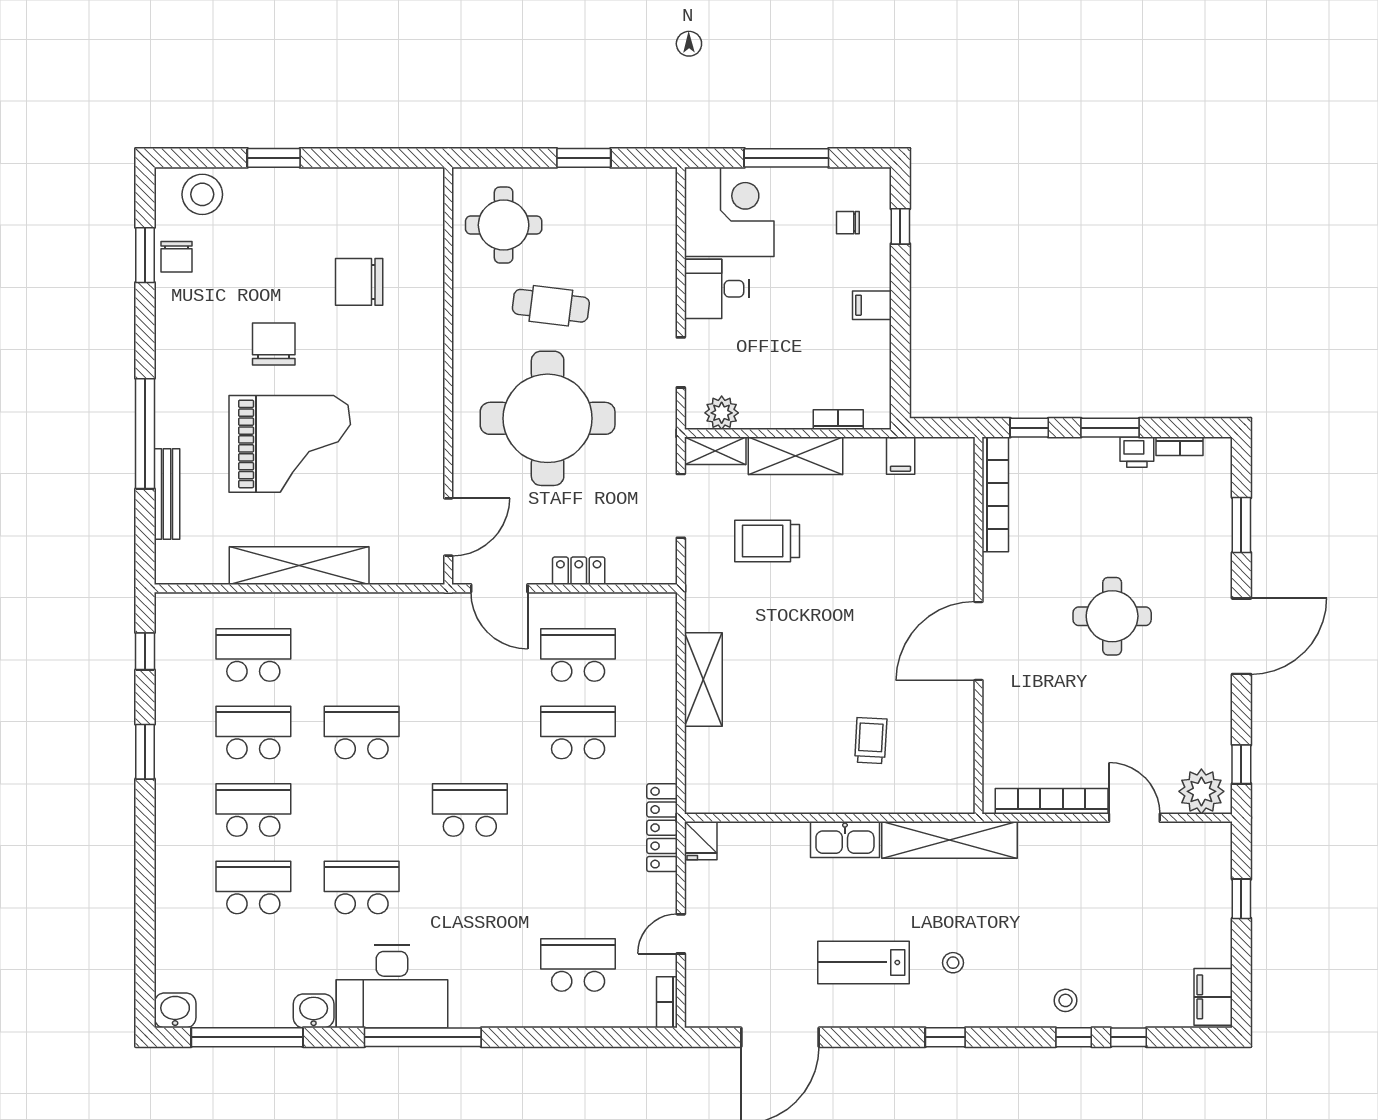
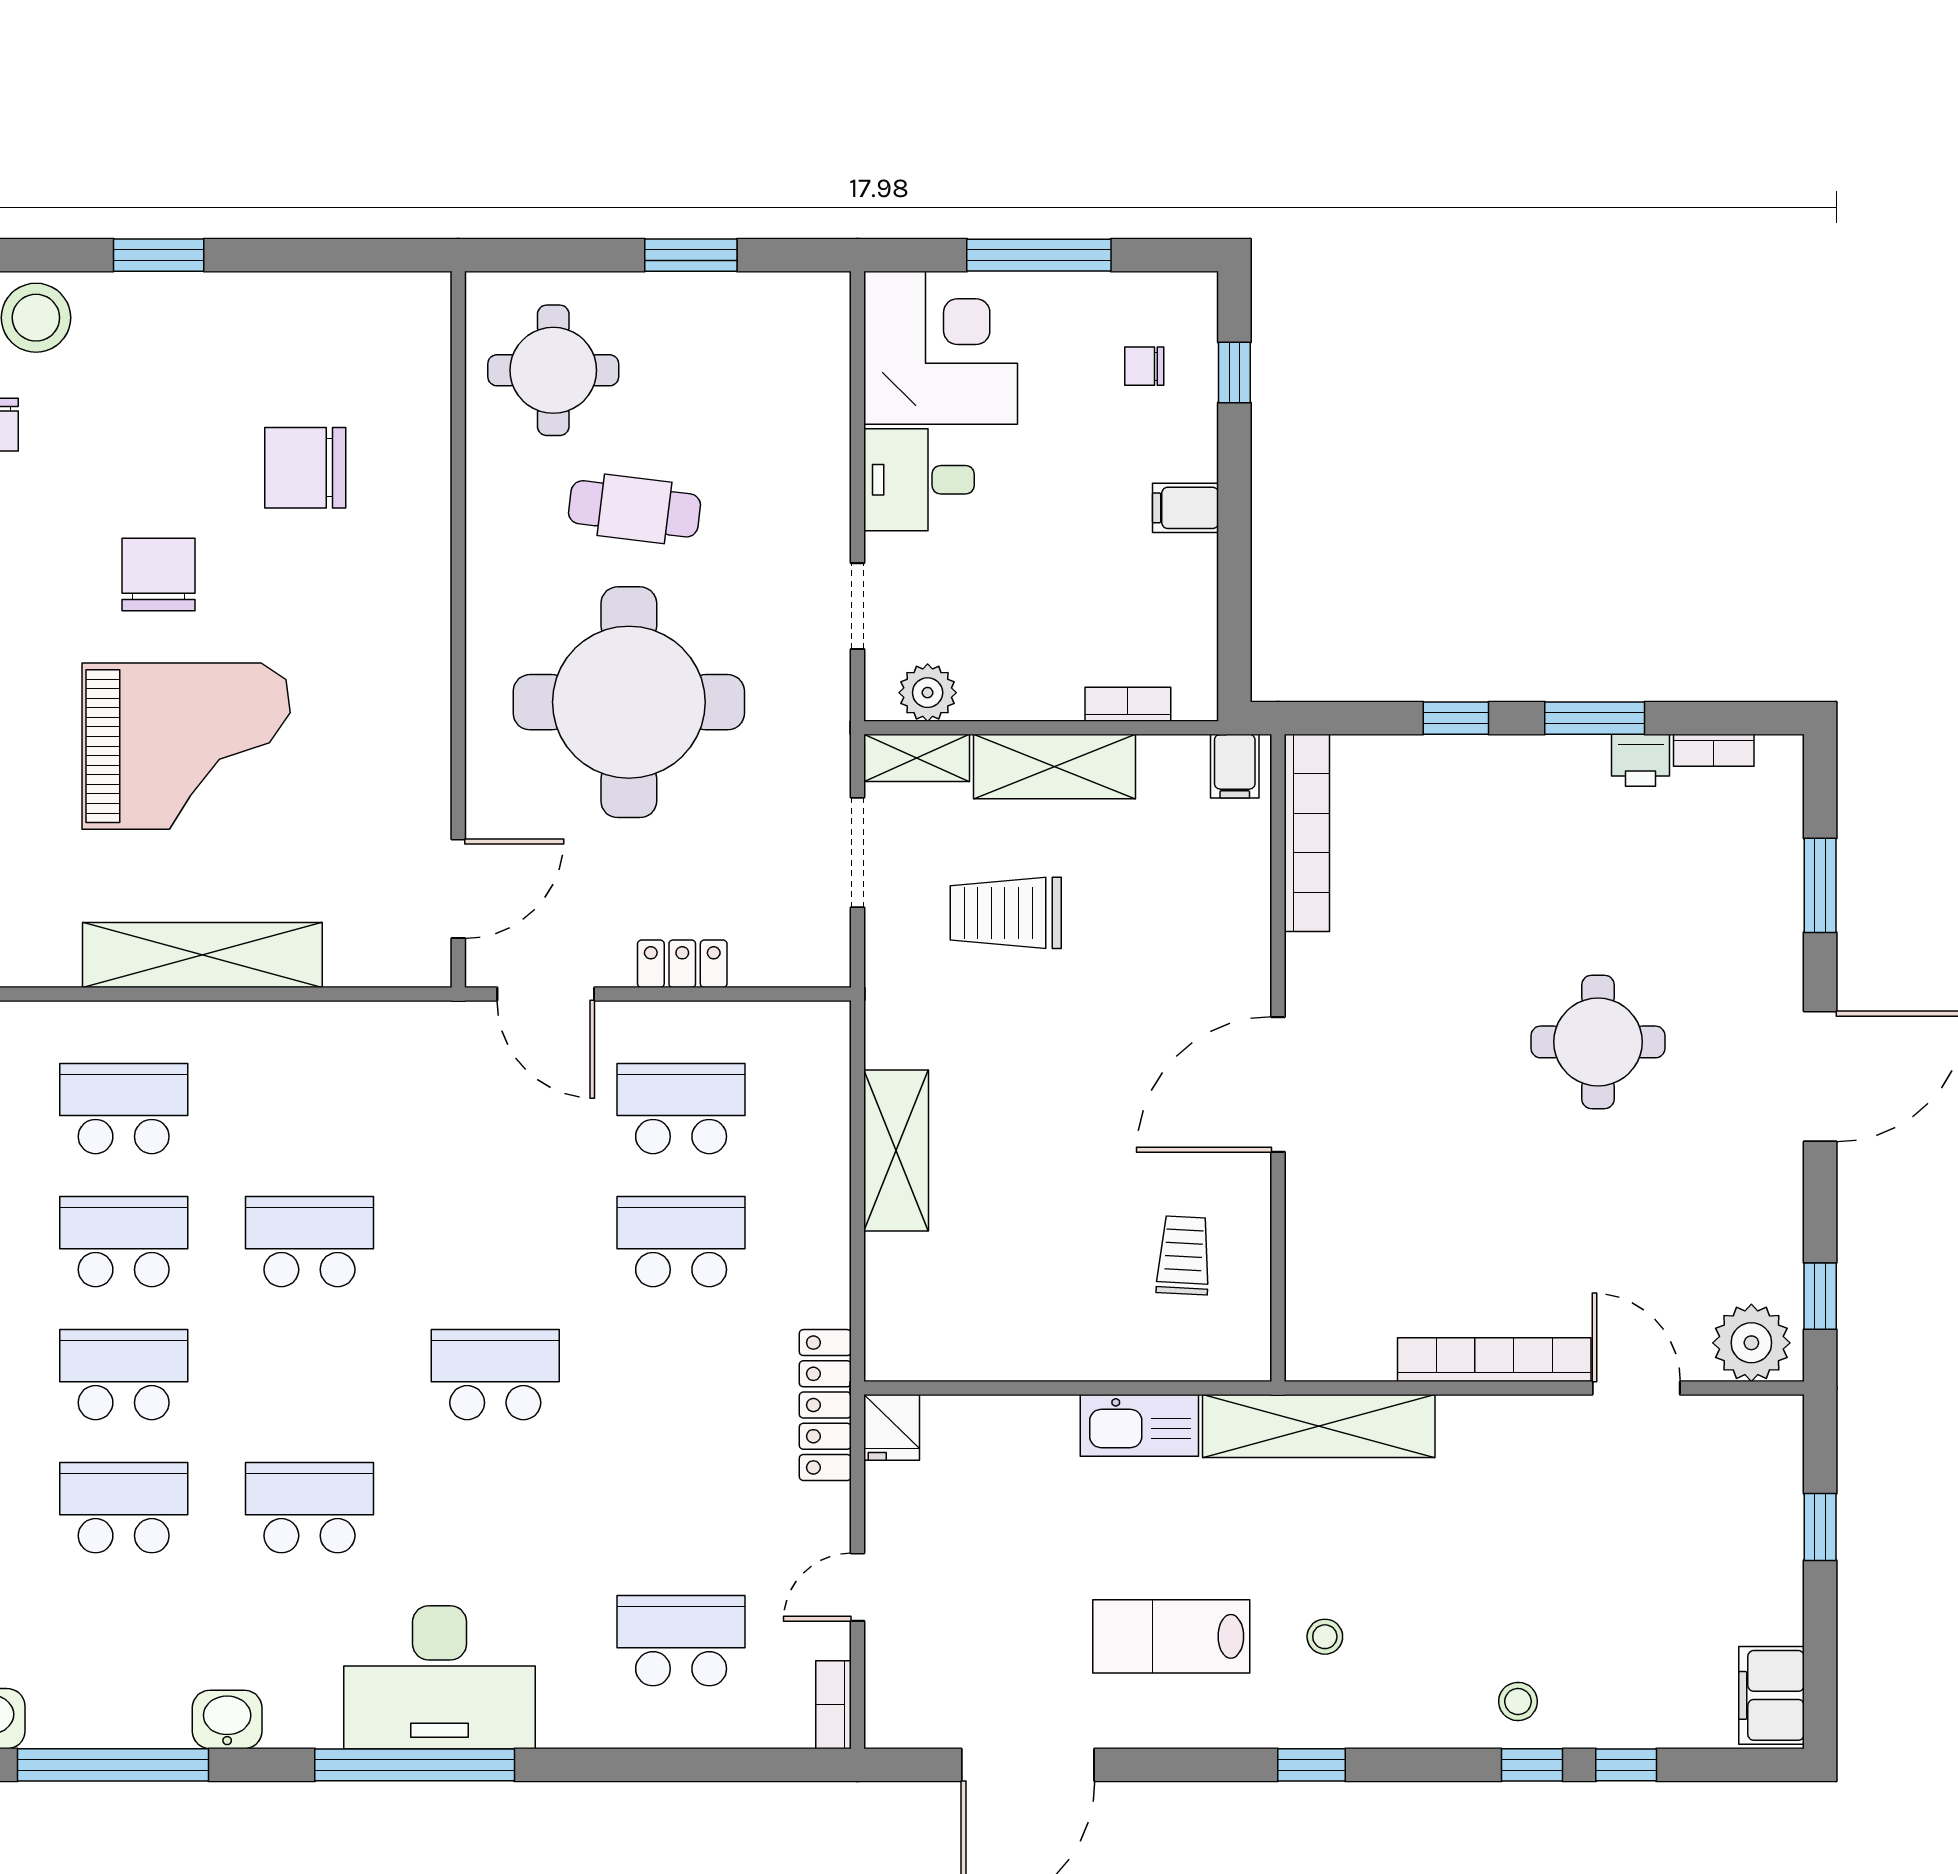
bookcase: (995, 494) -> (1307, 833), moved
wall: (978, 625) -> (1278, 1058), moved
door: (978, 641) -> (1278, 1084), moved
desk: (392, 986) -> (440, 1677), moved

